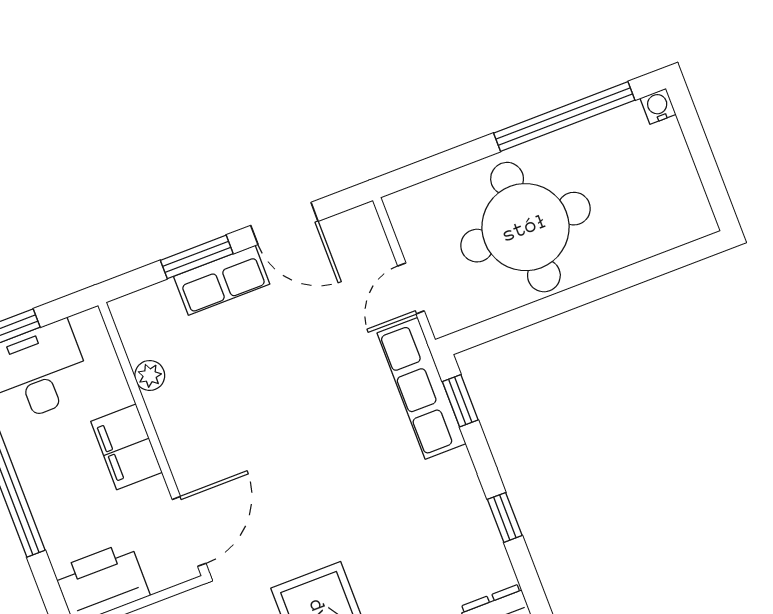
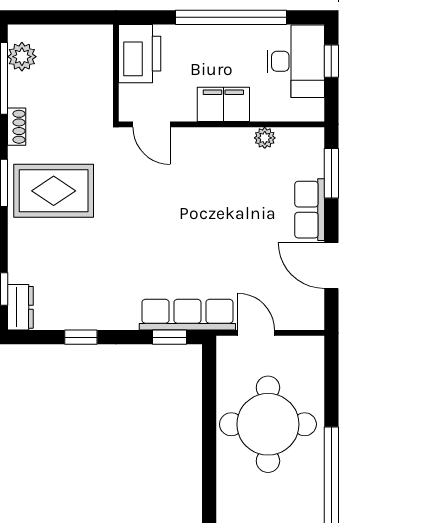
door: (284, 223) -> (331, 266), hinge flipped
window: (197, 257) -> (331, 173), moved
door: (189, 531) -> (151, 124), width x0.73

